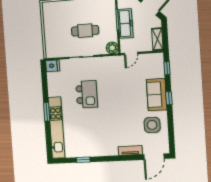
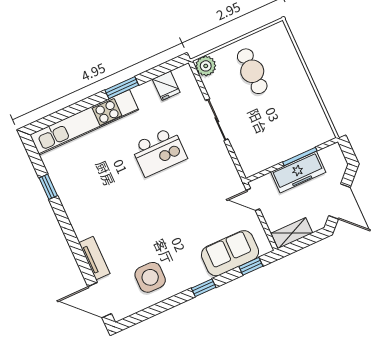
cafe table: (85, 31) -> (252, 71), moved
plant: (112, 48) -> (206, 66), moved
fridge: (53, 66) -> (166, 86), moved
sofa: (157, 95) -> (230, 253), moved
window: (47, 112) -> (122, 88), moved

